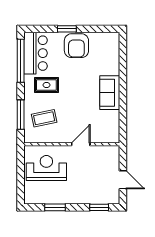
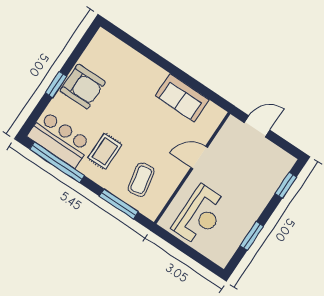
sofa: (110, 93) -> (182, 98), moved
door: (81, 144) -> (199, 158), hinge flipped
reception desk: (46, 168) -> (200, 215), turned 180
door: (123, 180) -> (257, 126), moved

